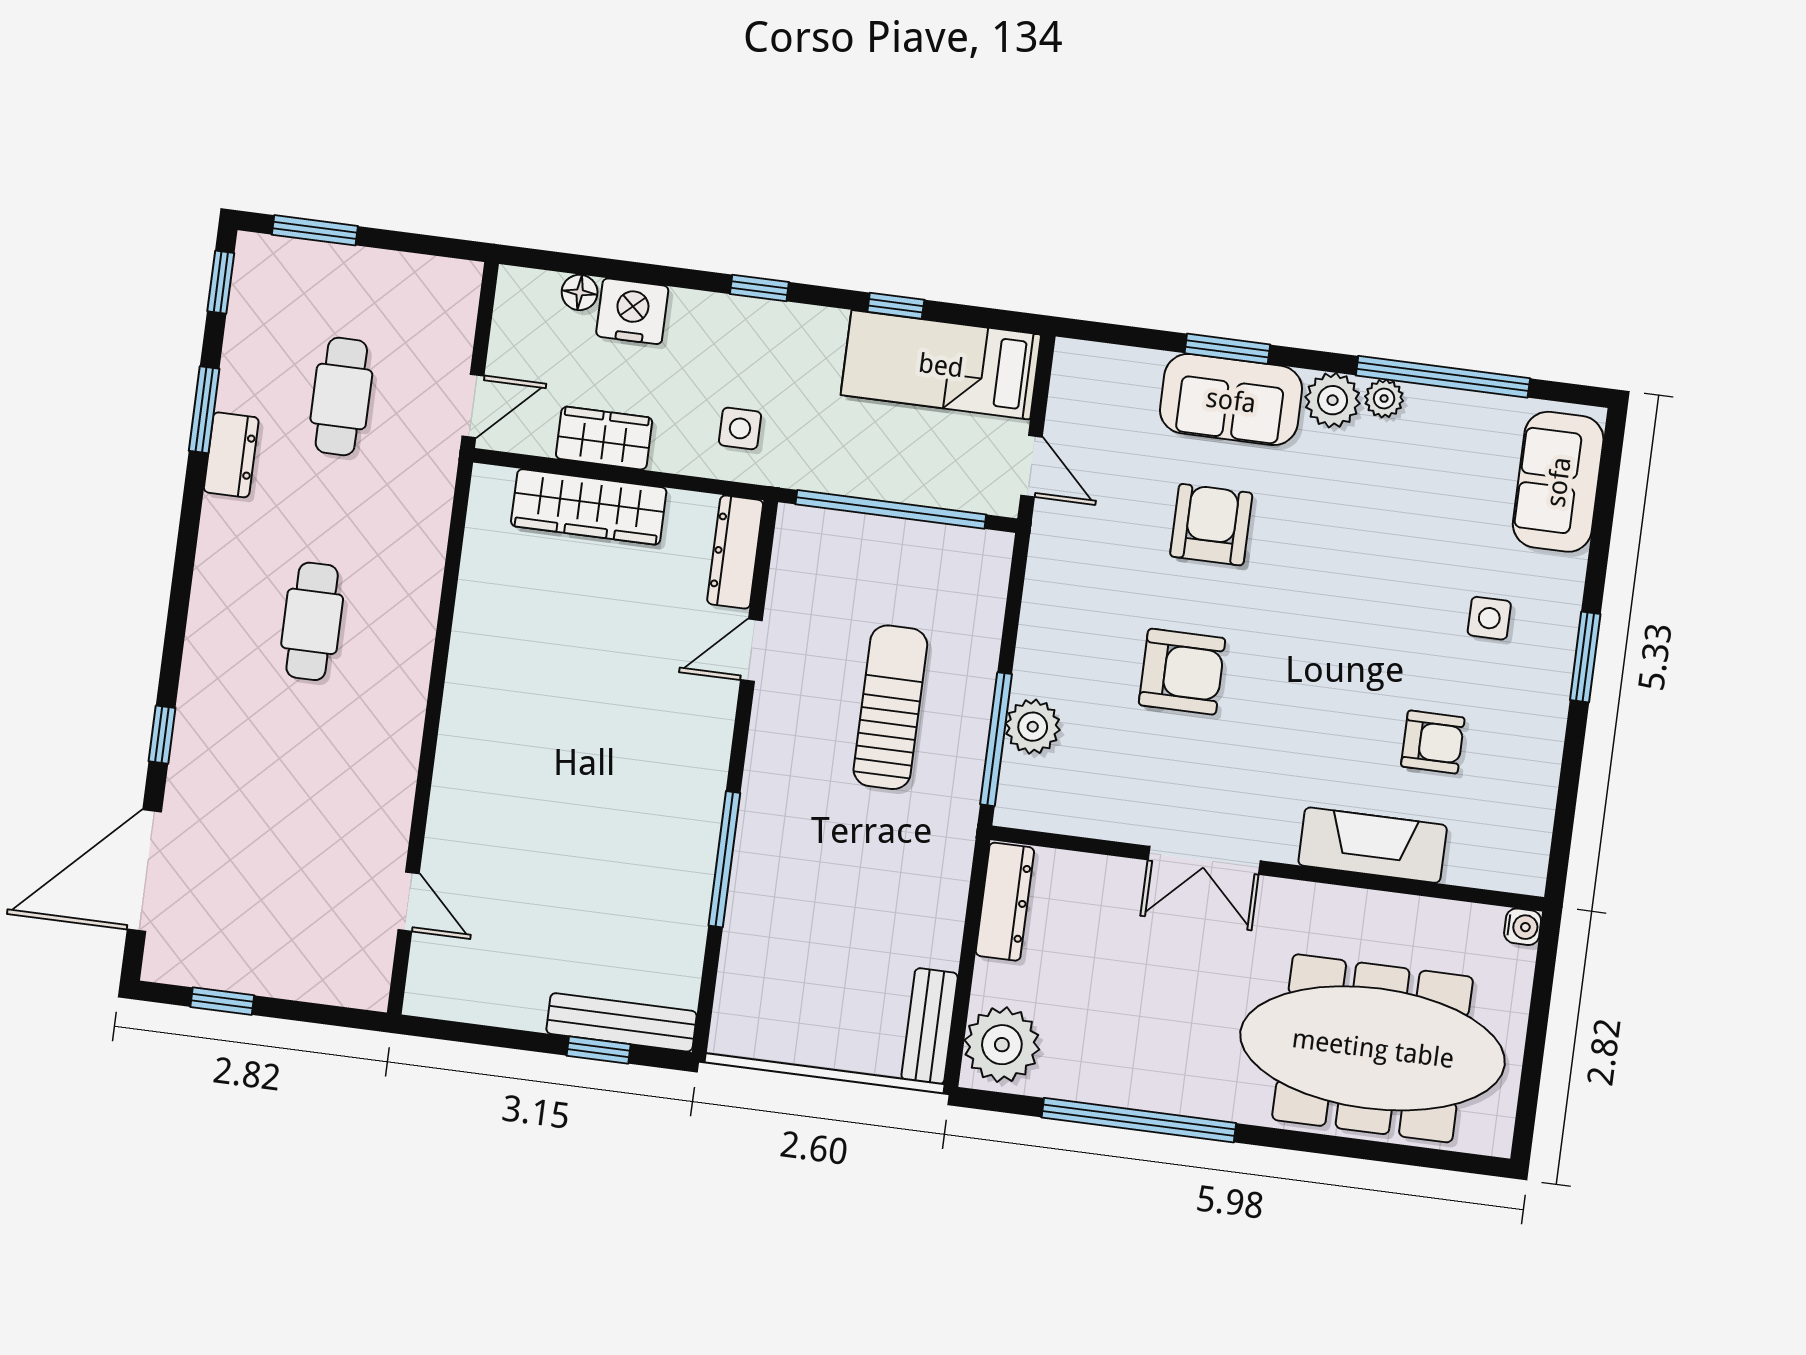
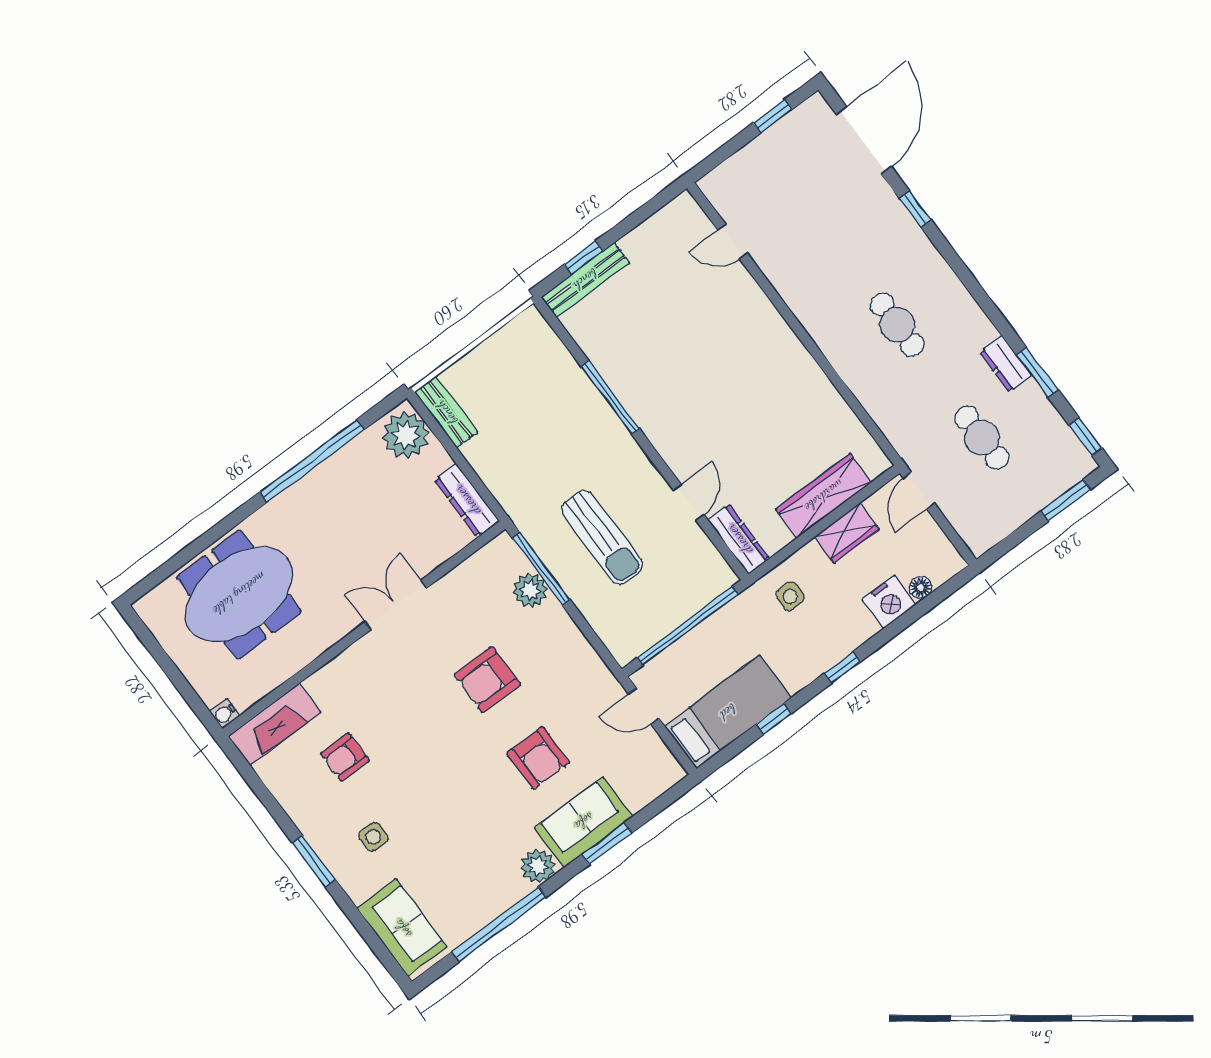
plant: (1384, 399) -> (516, 889), removed
fireplace: (1373, 845) -> (275, 724), moved
meeting table: (1373, 1048) -> (239, 594), width x0.73

